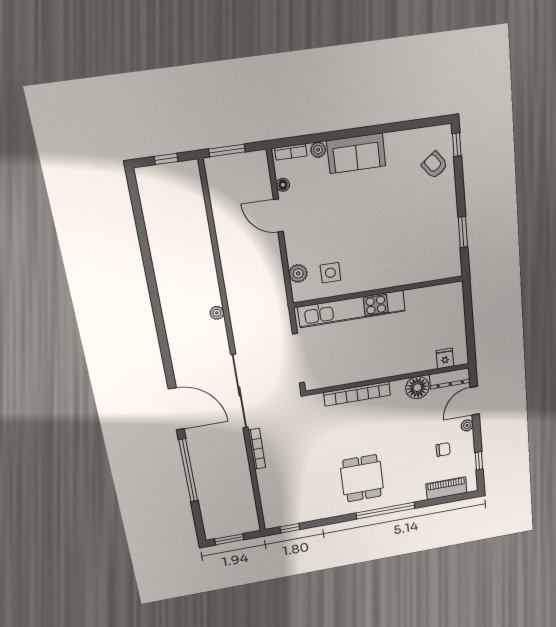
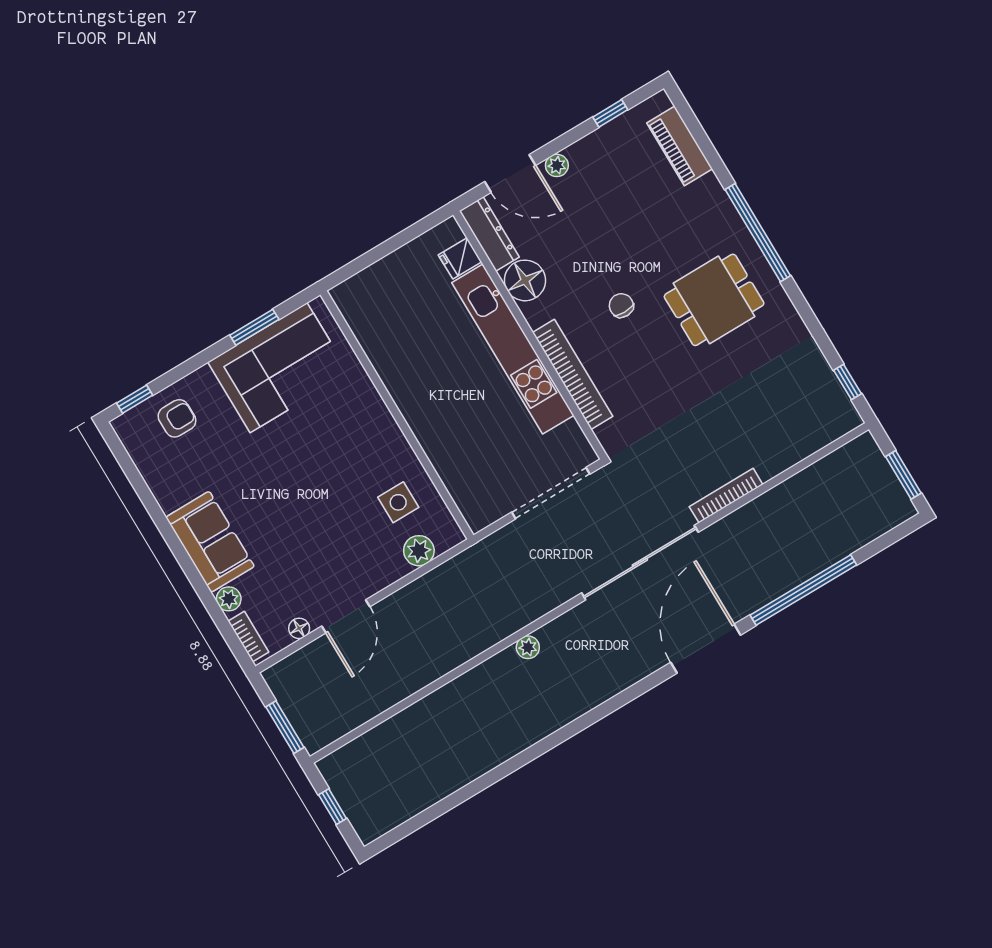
armchair: (435, 165) -> (177, 418), turned -143
corner sofa: (435, 236) -> (279, 368), added
kitchen unit: (352, 309) -> (513, 349), moved, turned 180
chair: (443, 449) -> (621, 305), moved

